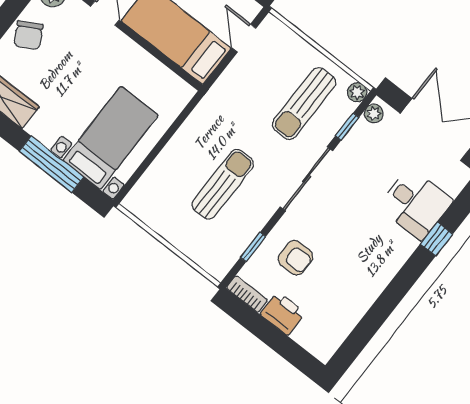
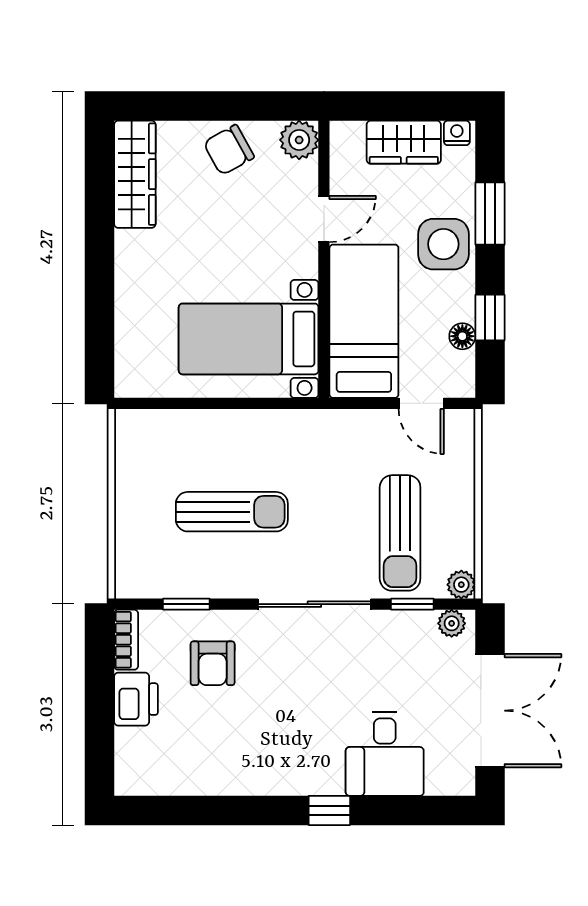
door: (244, 38) -> (421, 403), swing flipped
sun lounger: (304, 103) -> (400, 533), turned -90
bed with nightstands: (111, 138) -> (249, 339), moved, turned 180
window: (51, 164) -> (99, 294), removed
window: (436, 239) -> (329, 810), moved

